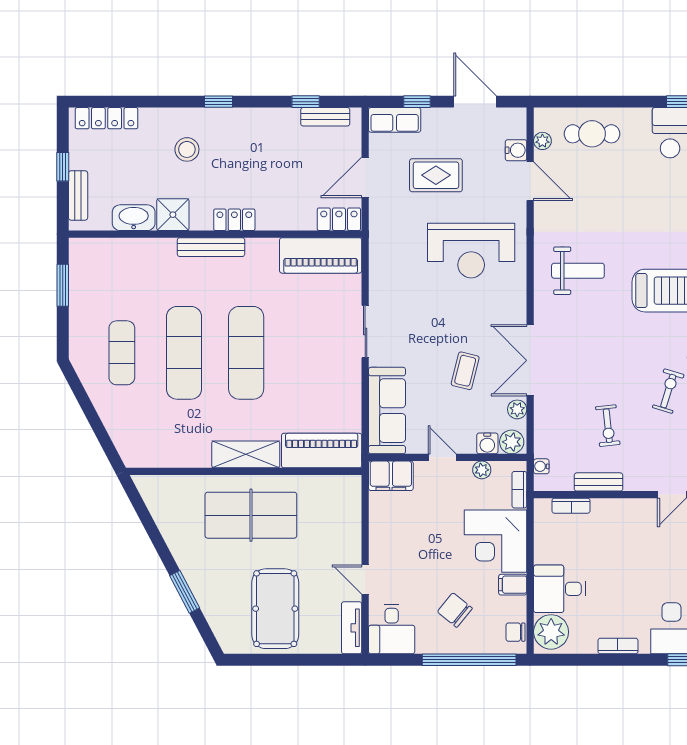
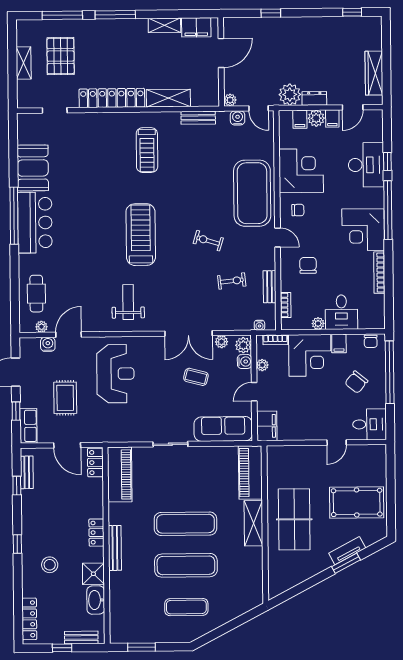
chair: (630, 540) -> (308, 265), added
tv unit: (352, 628) -> (347, 551), moved, turned 152
plant: (551, 632) -> (318, 323), moved, width x0.53, depth x0.53
bookcase: (618, 646) -> (379, 273), width x1.56

